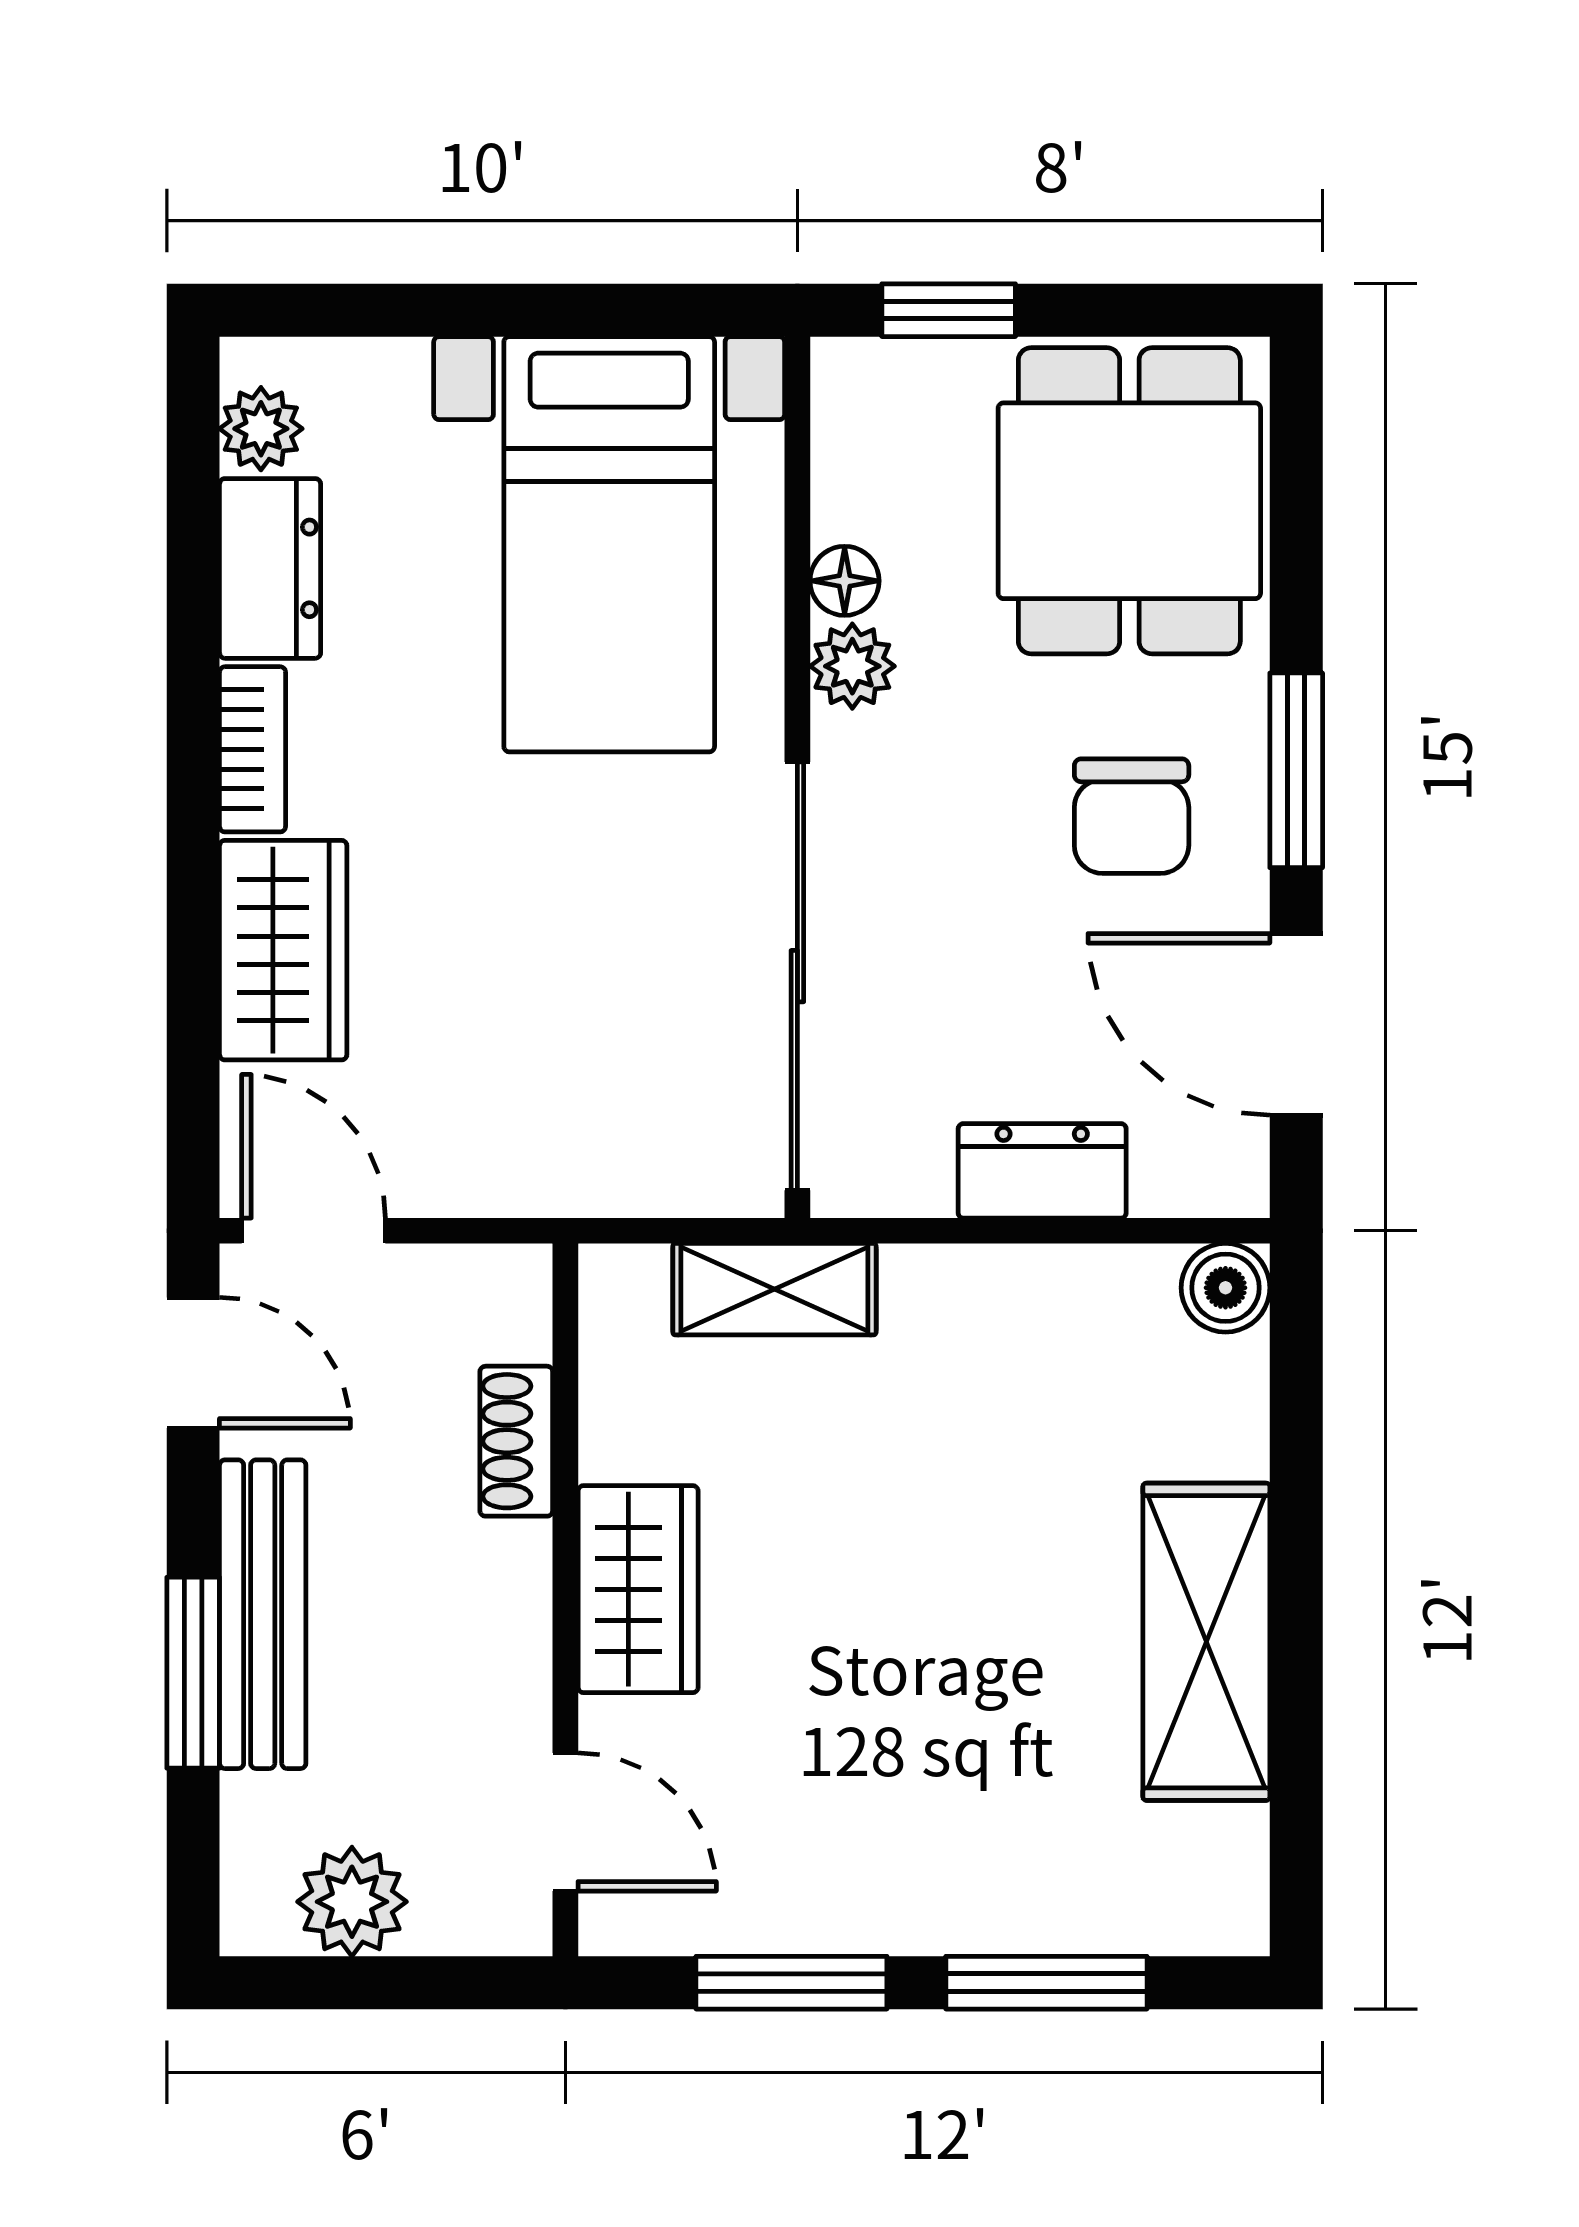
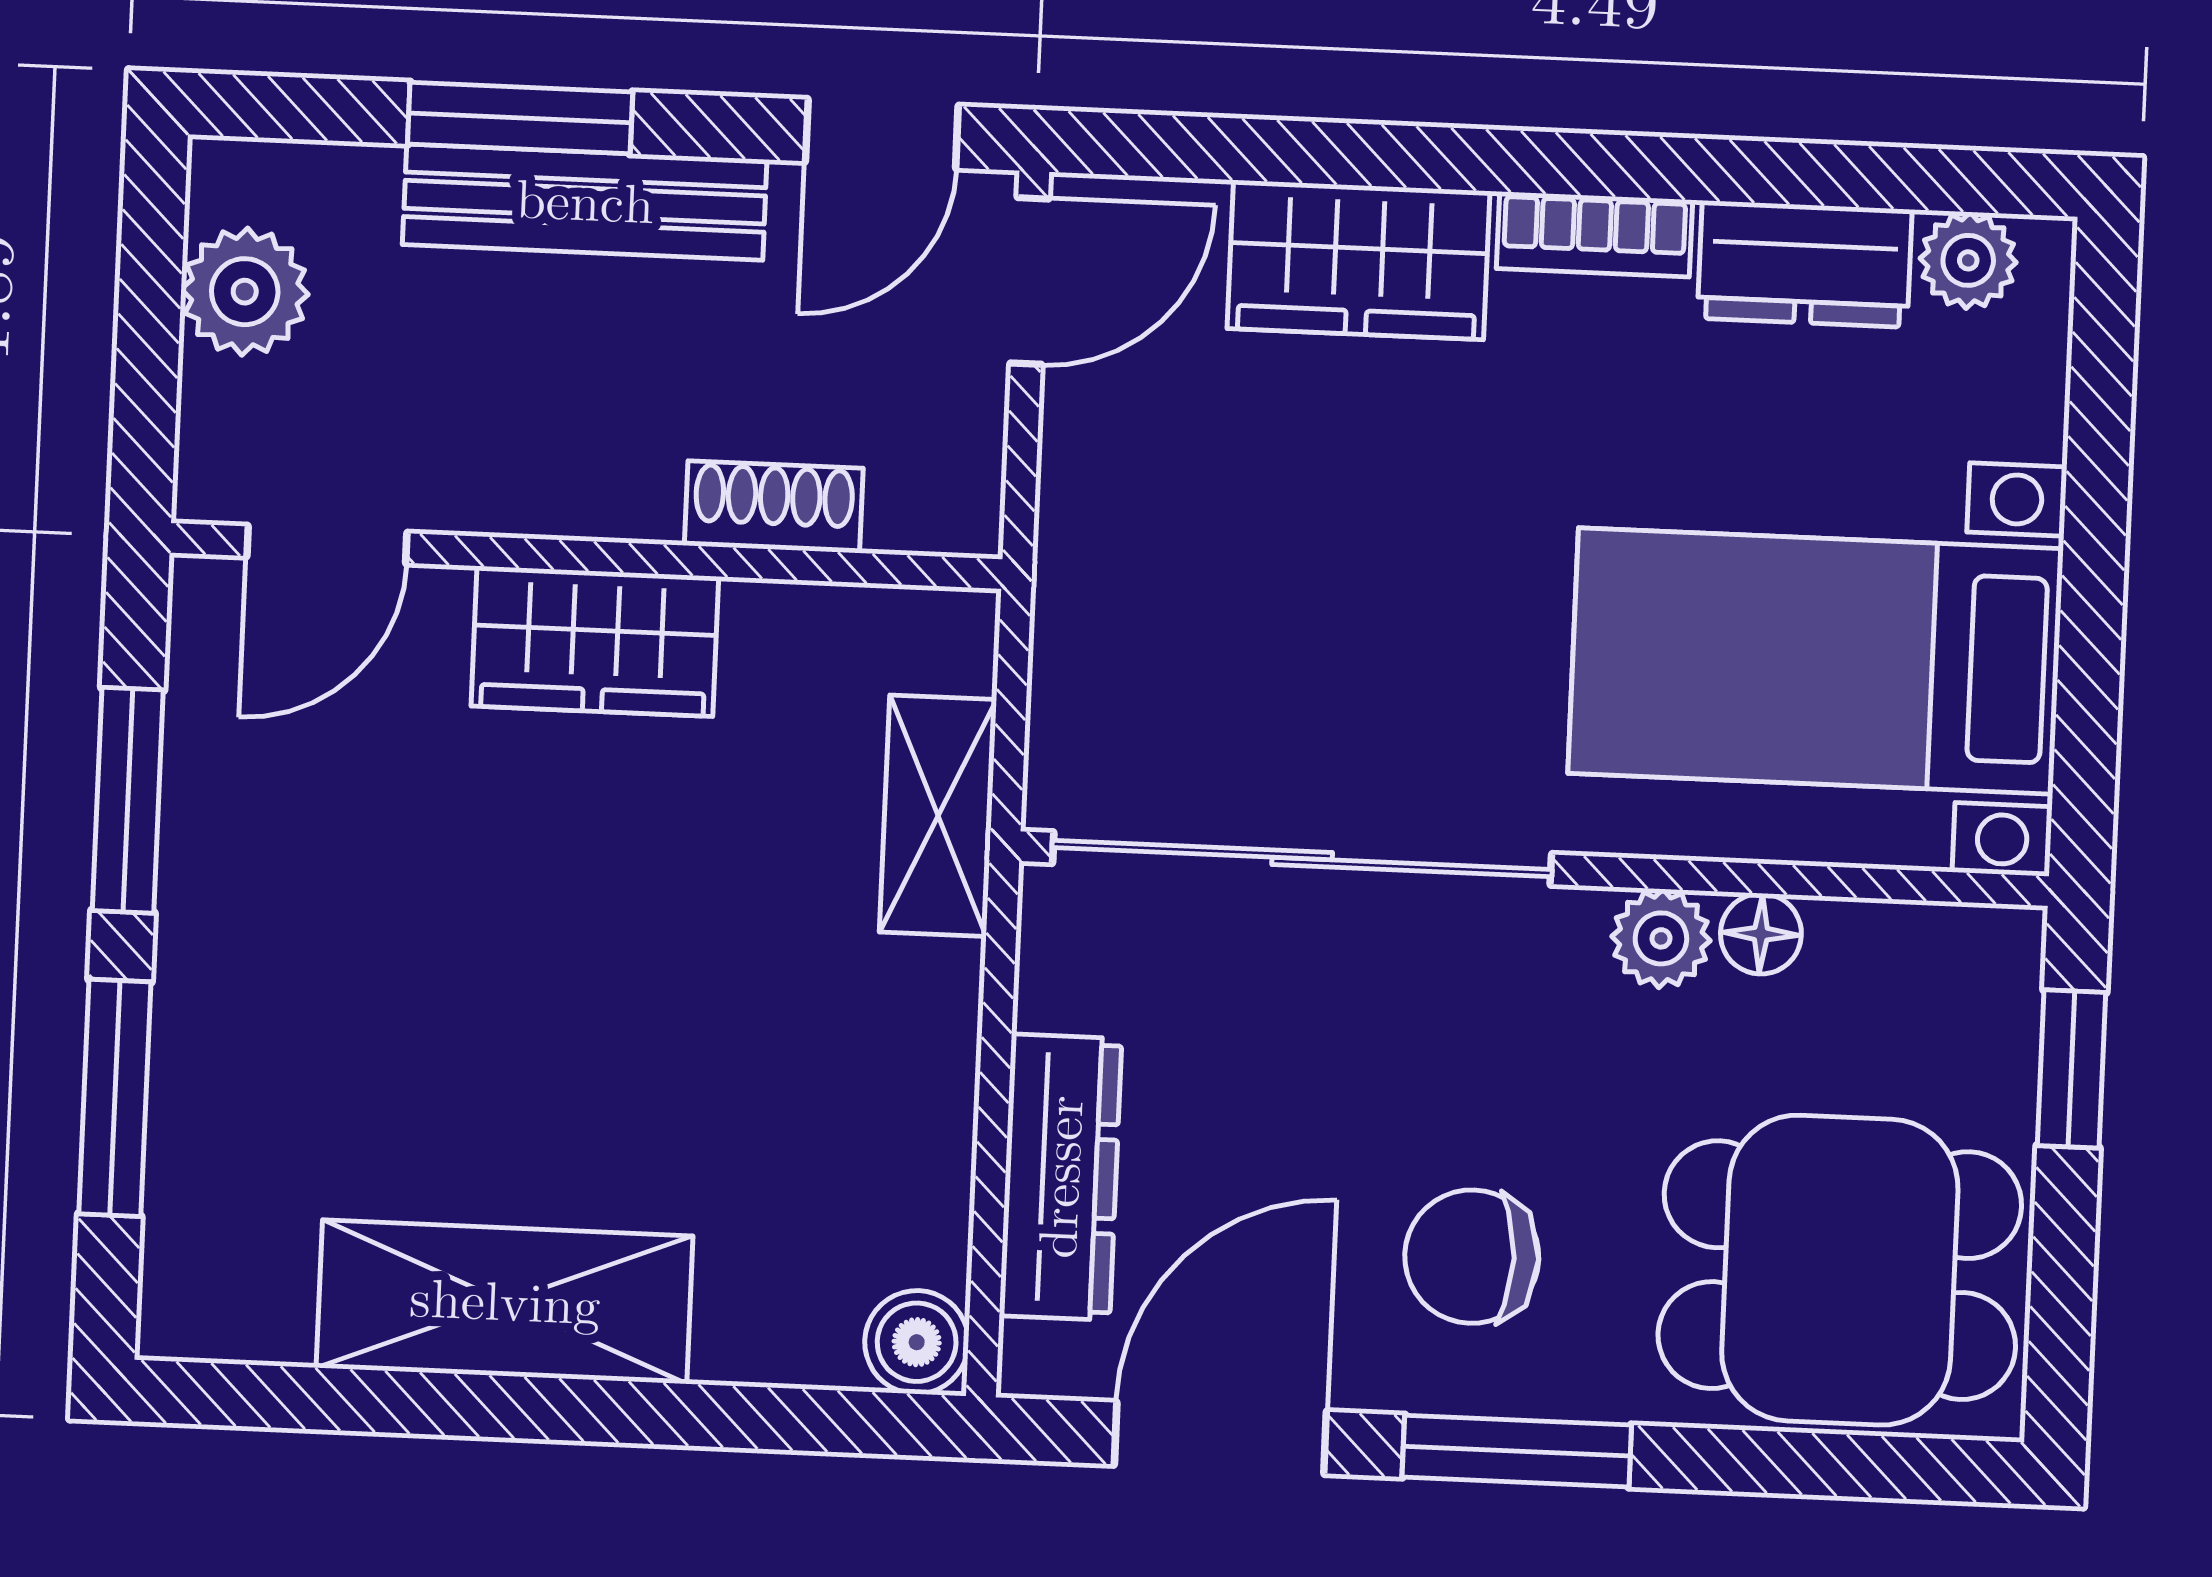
dresser: (1042, 1171) -> (1061, 1177), width x1.44

